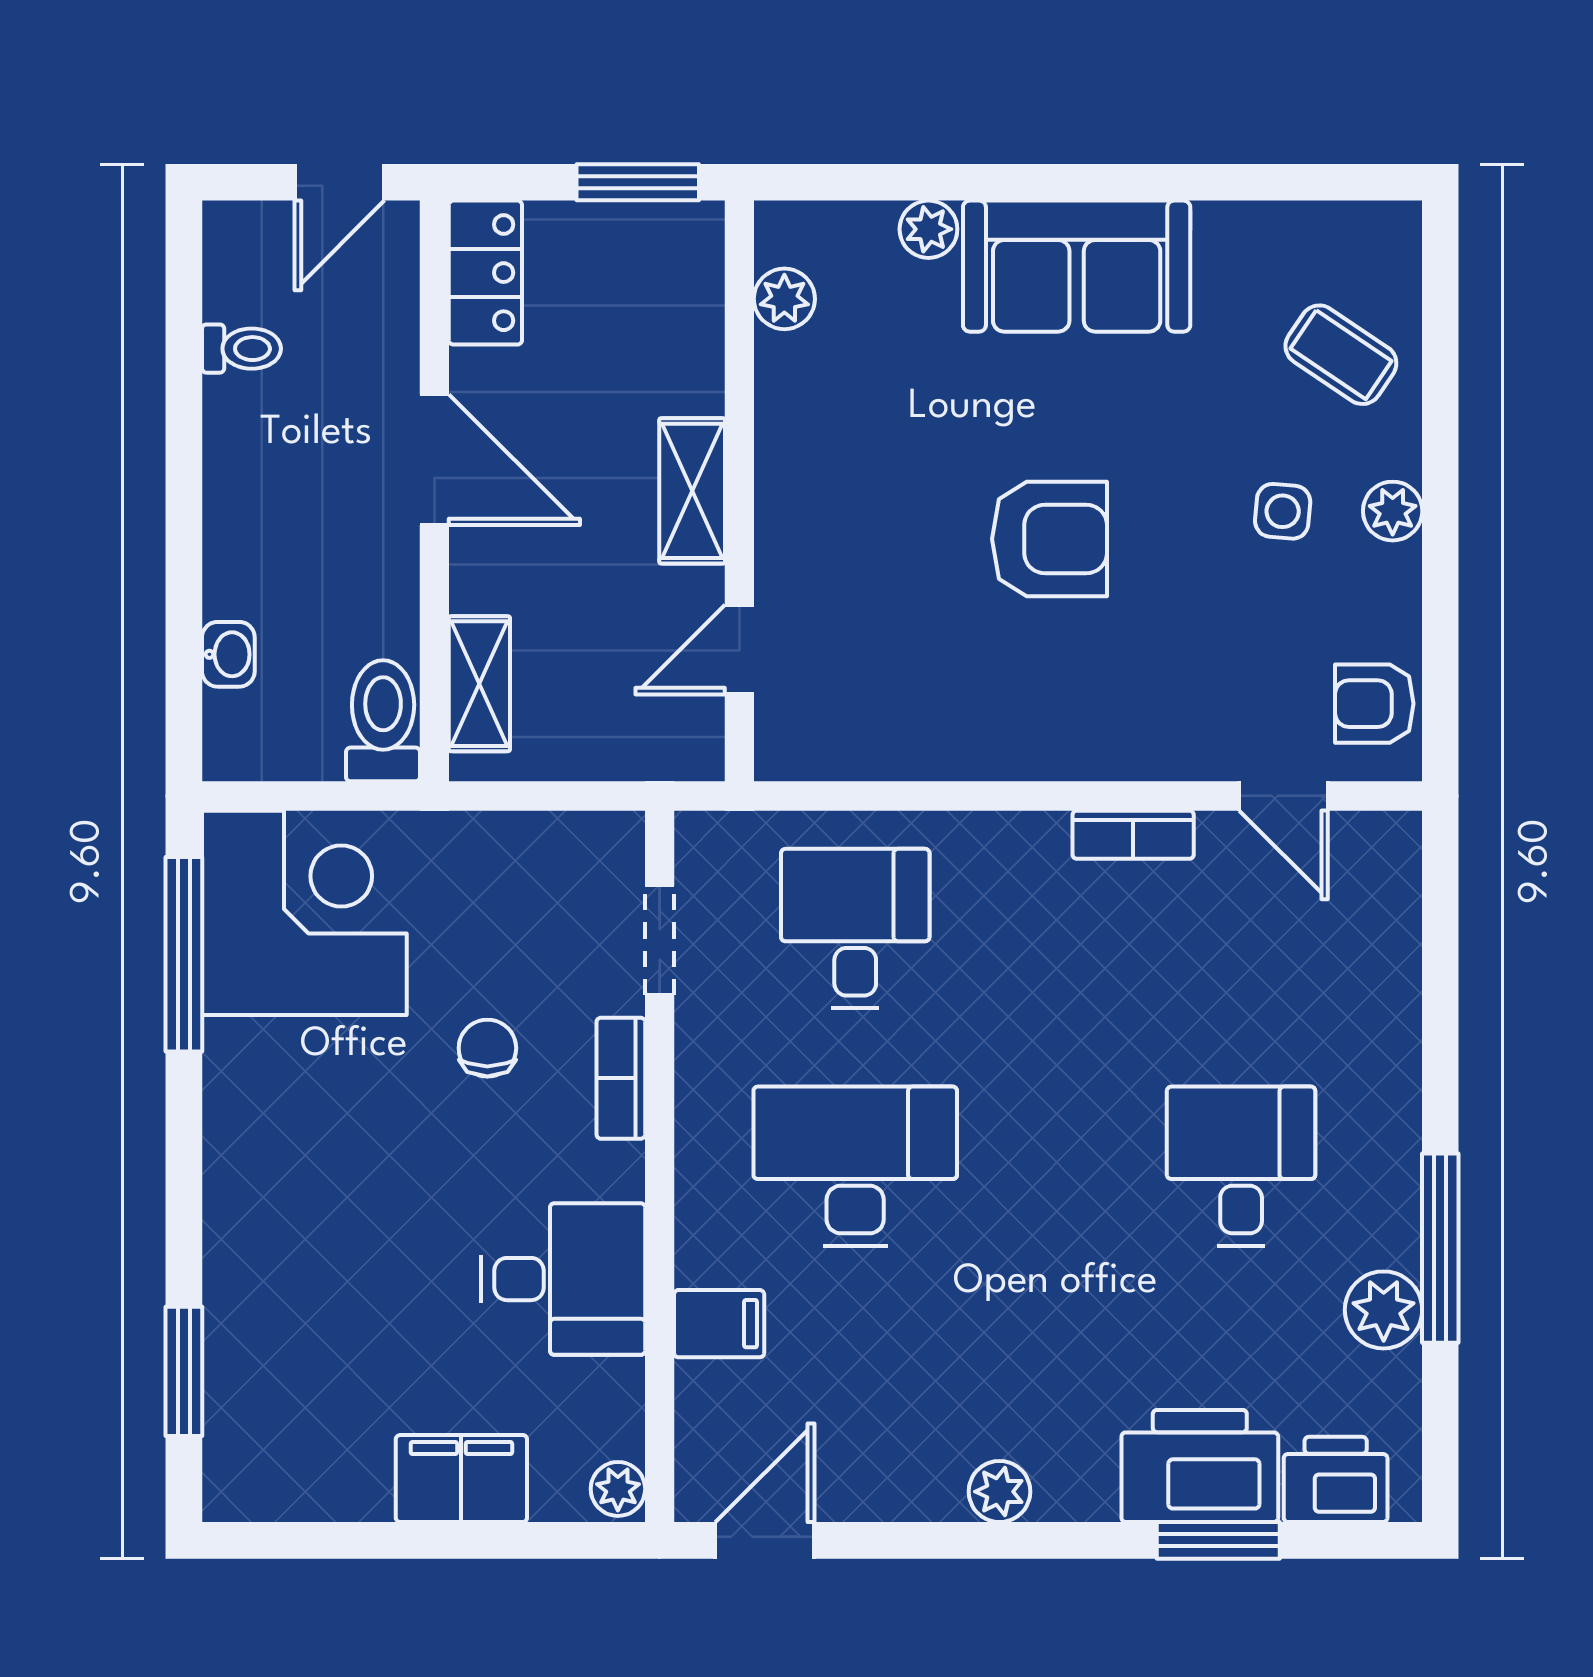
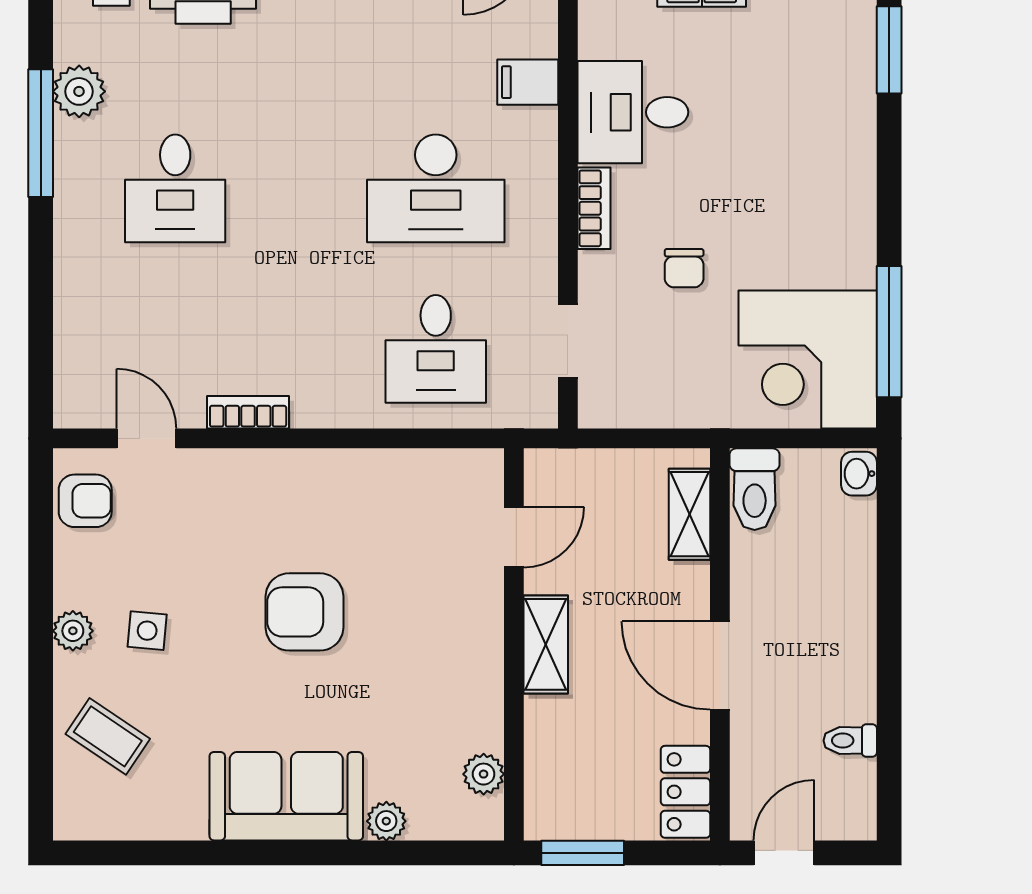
washbasin: (228, 654) -> (859, 474), moved
bookcase: (621, 1078) -> (594, 208), moved

